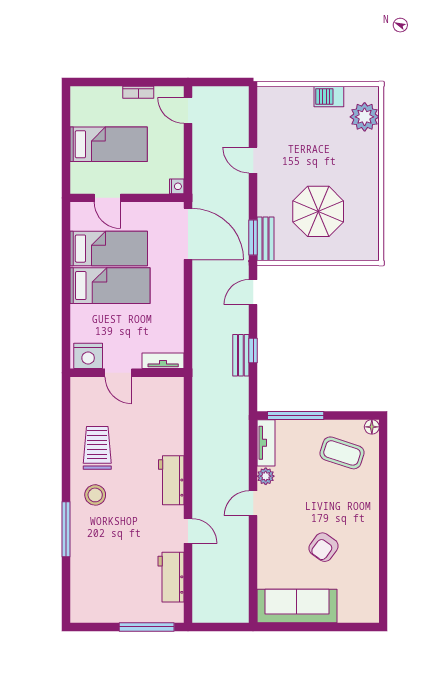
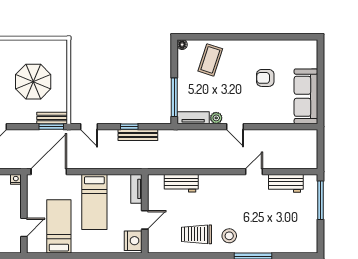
bed: (110, 286) -> (94, 202), moved, turned 180
bench: (241, 355) -> (138, 135), width x1.36
coffee table: (342, 453) -> (210, 60), moved
workbench: (171, 480) -> (181, 183), moved
armchair: (324, 547) -> (265, 78), turned 144

